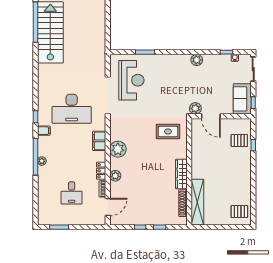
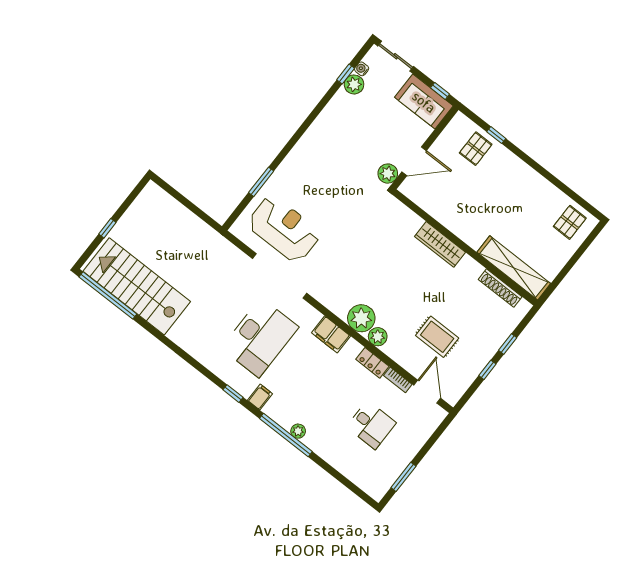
plant: (197, 60) -> (354, 84), moved
rug: (168, 131) -> (437, 337), moved, turned 90
wardrobe: (181, 174) -> (440, 244), moved
plant: (115, 176) -> (378, 337), moved

